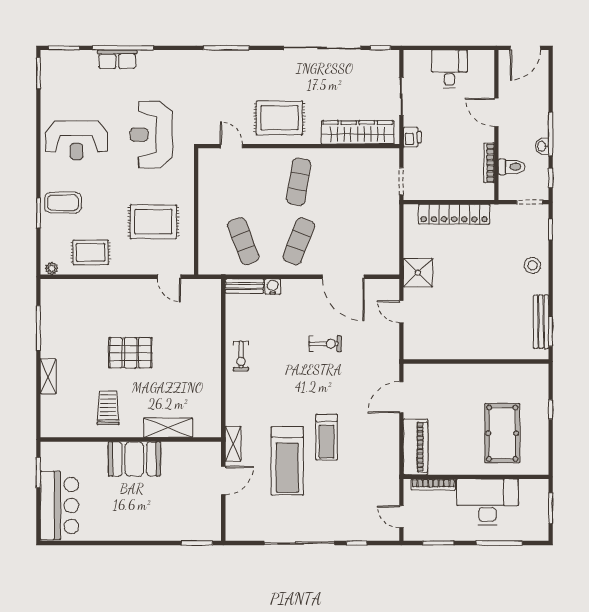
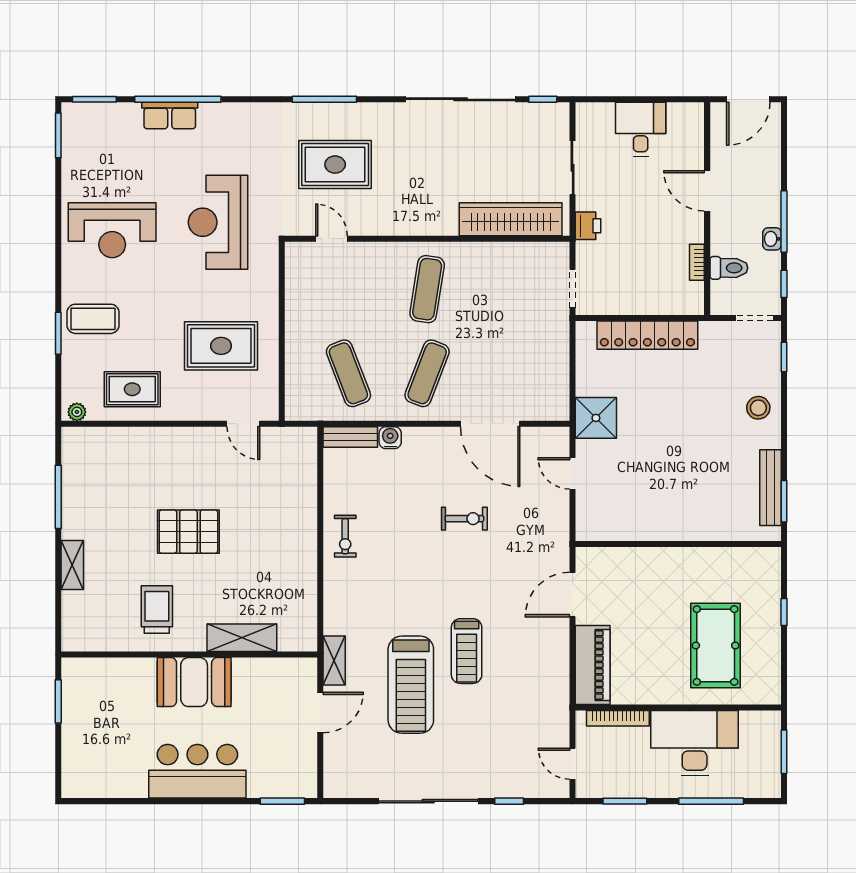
rug: (279, 118) -> (335, 165), moved
bookcase: (489, 163) -> (697, 262), width x0.64
bar counter: (60, 505) -> (197, 771), moved, turned -90

